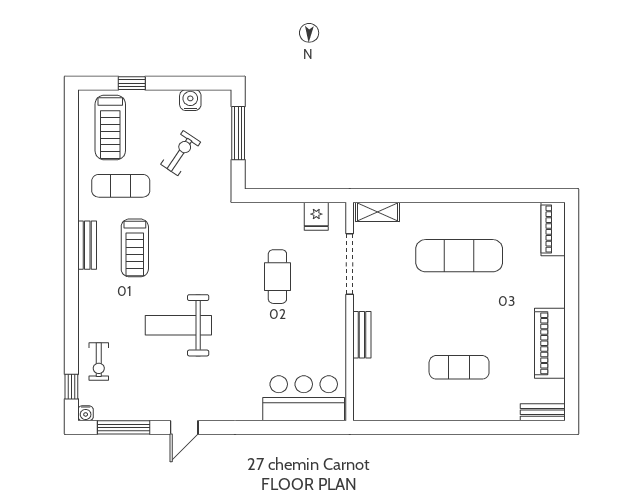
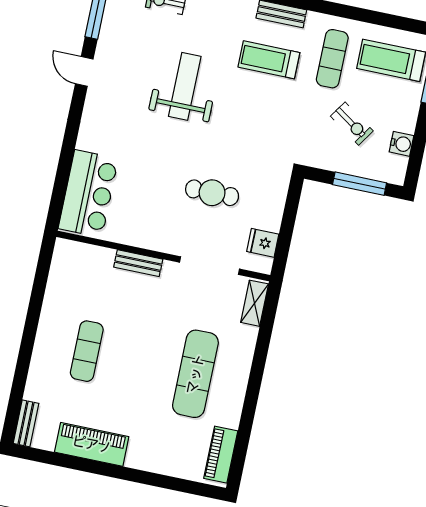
piano: (553, 229) -> (221, 455), moved, turned -90

